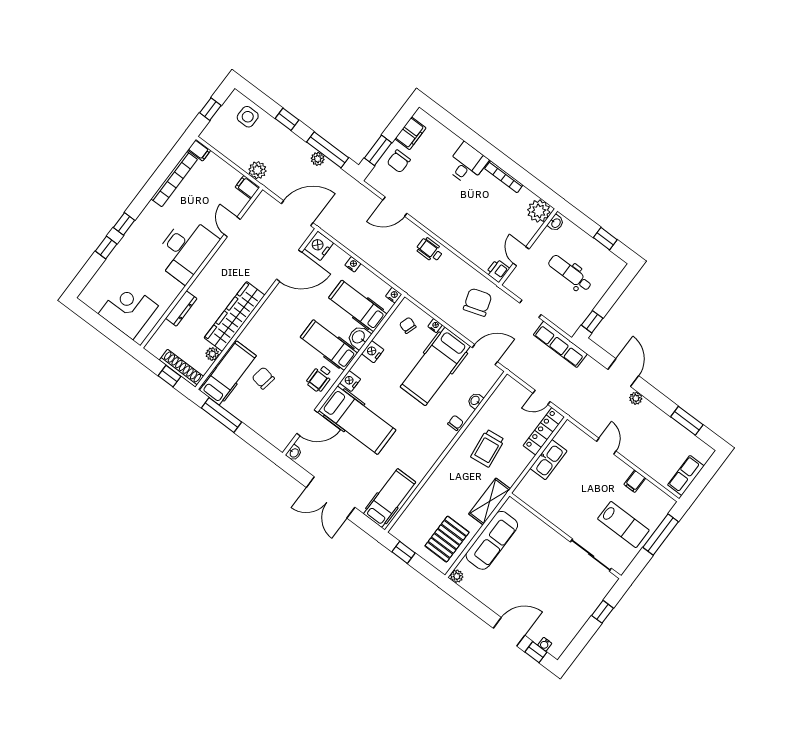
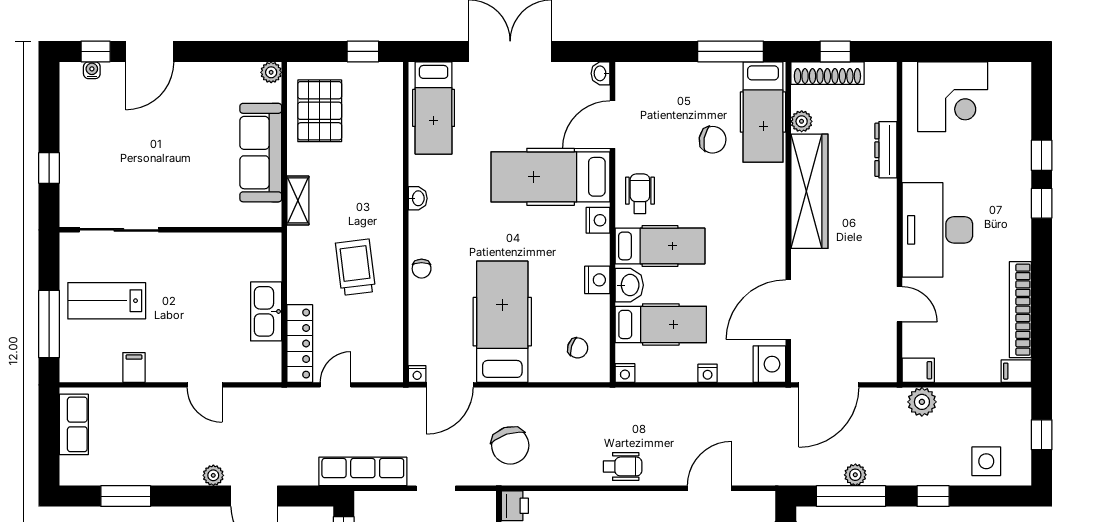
nightstand: (435, 326) -> (417, 374), moved
washbasin: (475, 401) -> (418, 198), moved
shelving: (490, 501) -> (298, 200), width x0.67, depth x0.75

